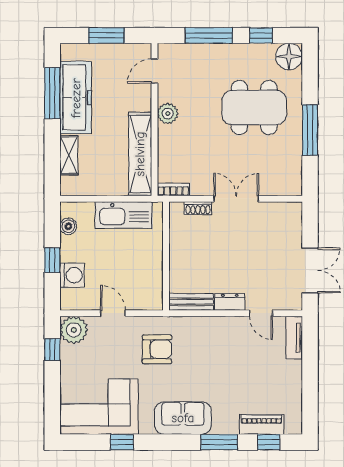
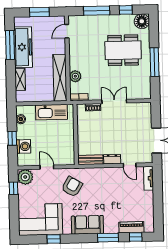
plant: (168, 114) -> (75, 76), moved
armchair: (157, 349) -> (72, 187), turned -59

